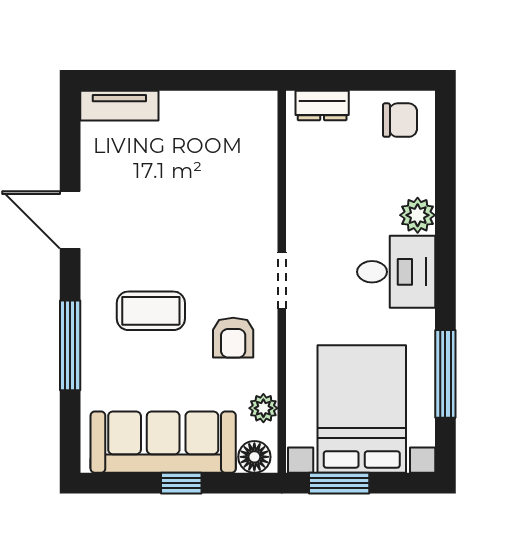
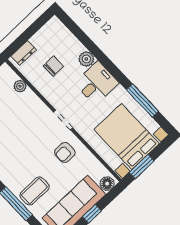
chair: (400, 120) -> (53, 66), moved
coffee table: (151, 311) -> (34, 191), moved
armchair: (233, 338) -> (65, 152), turned 90
plant: (263, 408) -> (20, 86), moved

